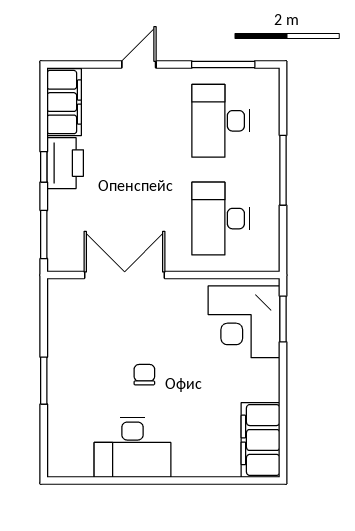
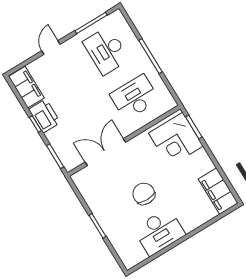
desk: (220, 219) -> (135, 97), turned 90
chair: (144, 375) -> (144, 194), width x1.87, depth x1.87

